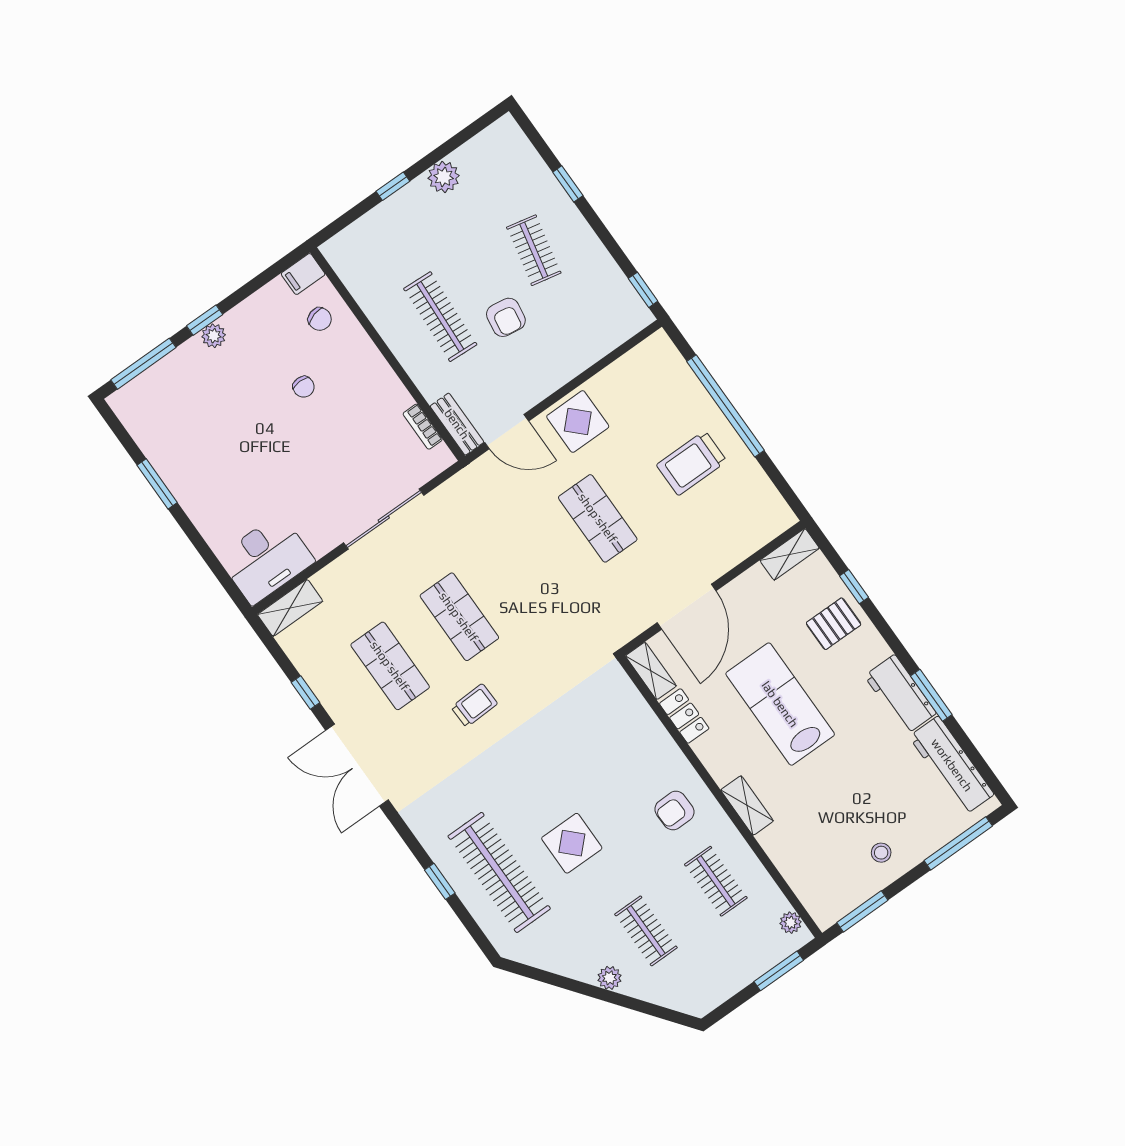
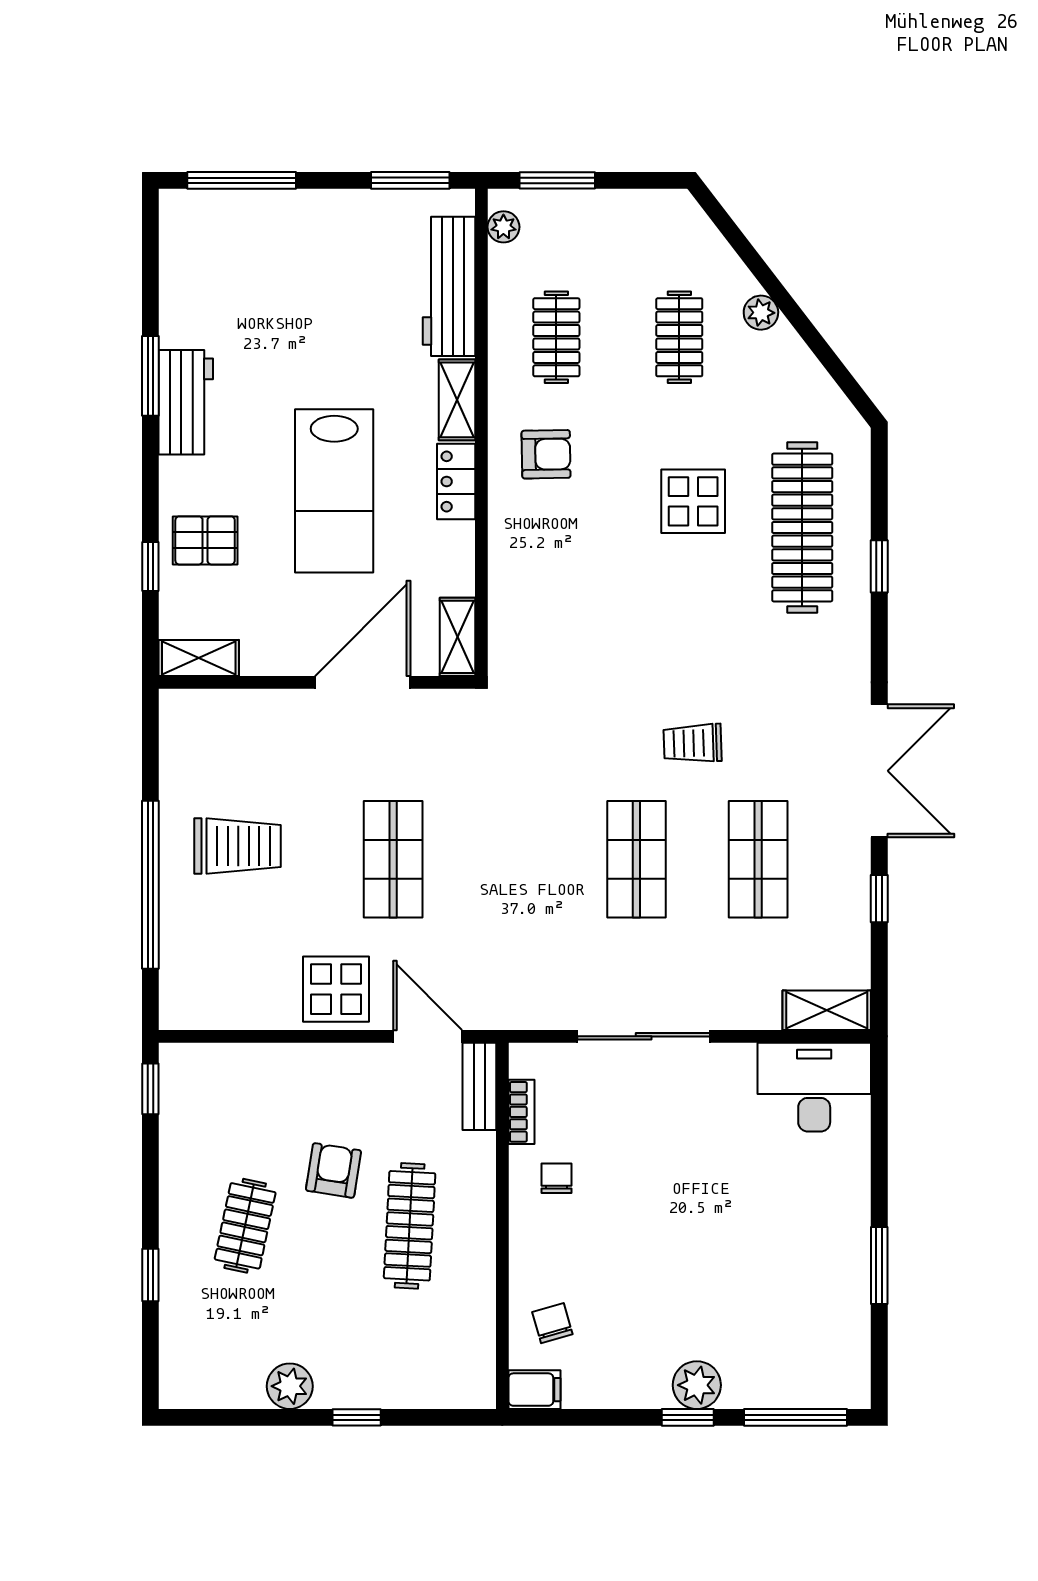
plant: (214, 336) -> (697, 1385), width x1.38, depth x1.38
chair: (304, 387) -> (557, 1178), moved
locker: (684, 716) -> (456, 481), moved
workbench: (952, 765) -> (449, 286), moved, turned 180
stool: (881, 853) -> (340, 233), removed

